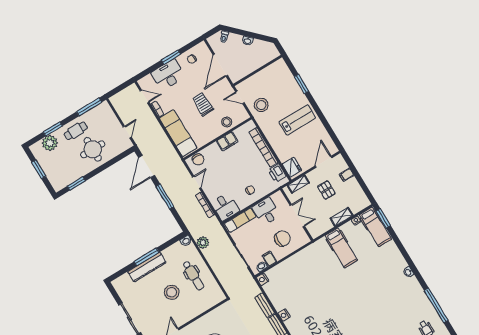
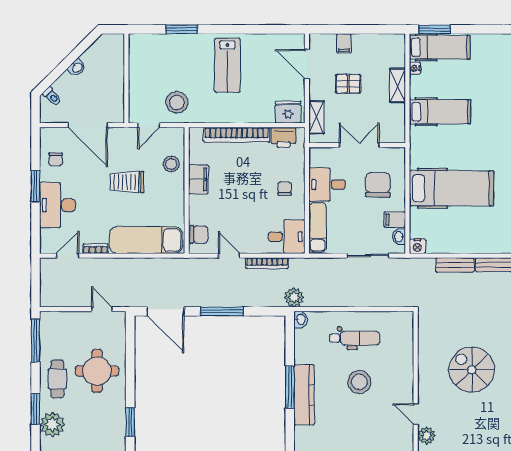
lab bench: (297, 120) -> (227, 65), turned 180
plant: (203, 243) -> (294, 297), moved
hospital bed: (304, 279) -> (451, 188), added
nightstand: (284, 315) -> (485, 246), removed

